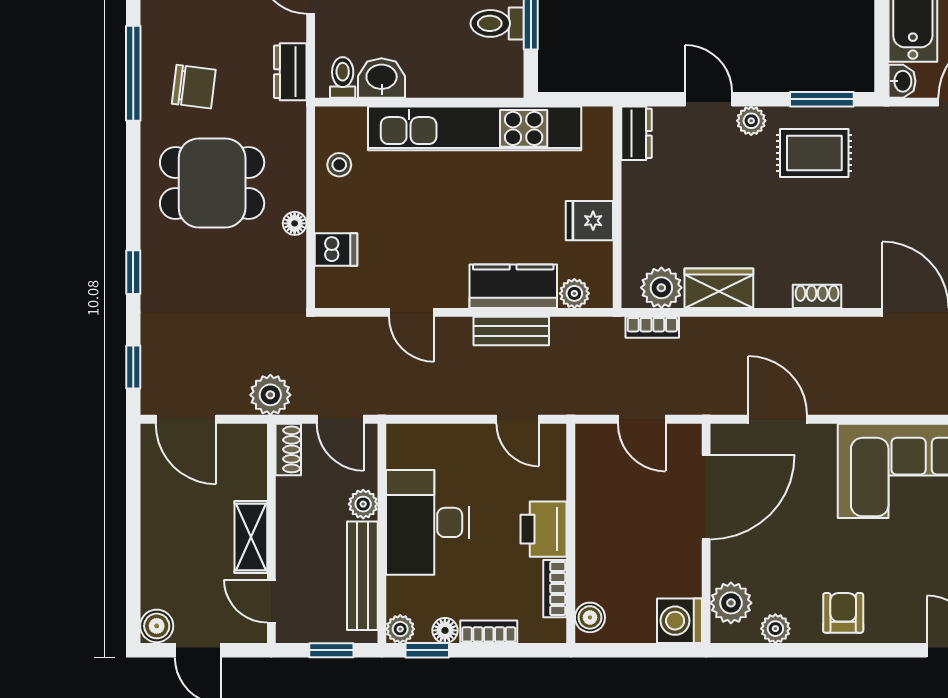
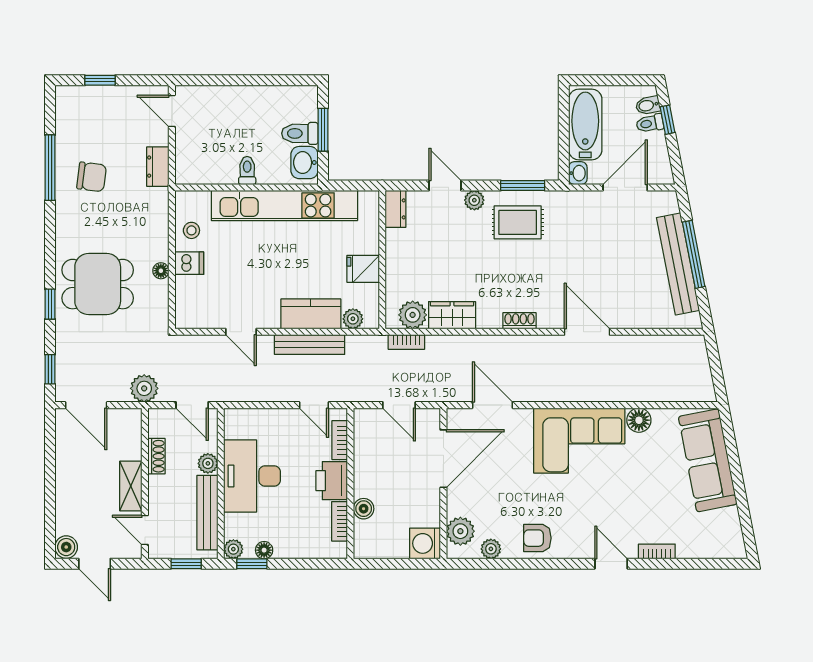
toilet: (343, 77) -> (247, 171), moved
washbasin: (382, 78) -> (304, 163), moved, turned -90
dining table: (212, 183) -> (98, 284), moved
dishwasher: (336, 249) -> (189, 263), moved
bench: (511, 331) -> (310, 345), width x1.36
shoe rack: (288, 449) -> (156, 456), moved
armchair: (843, 613) -> (537, 538), turned -90
boiler: (590, 617) -> (364, 509), moved
bookcase: (489, 632) -> (340, 440), moved, turned -90

